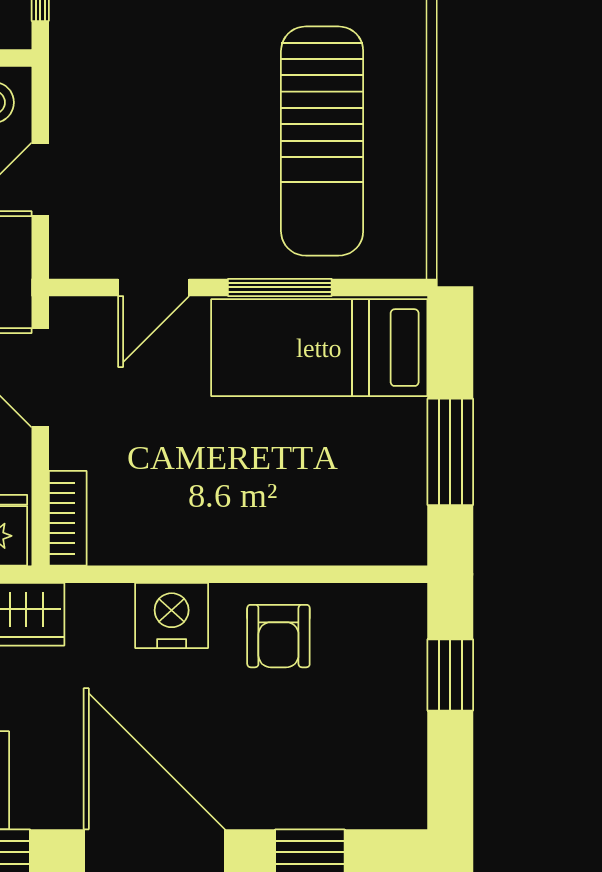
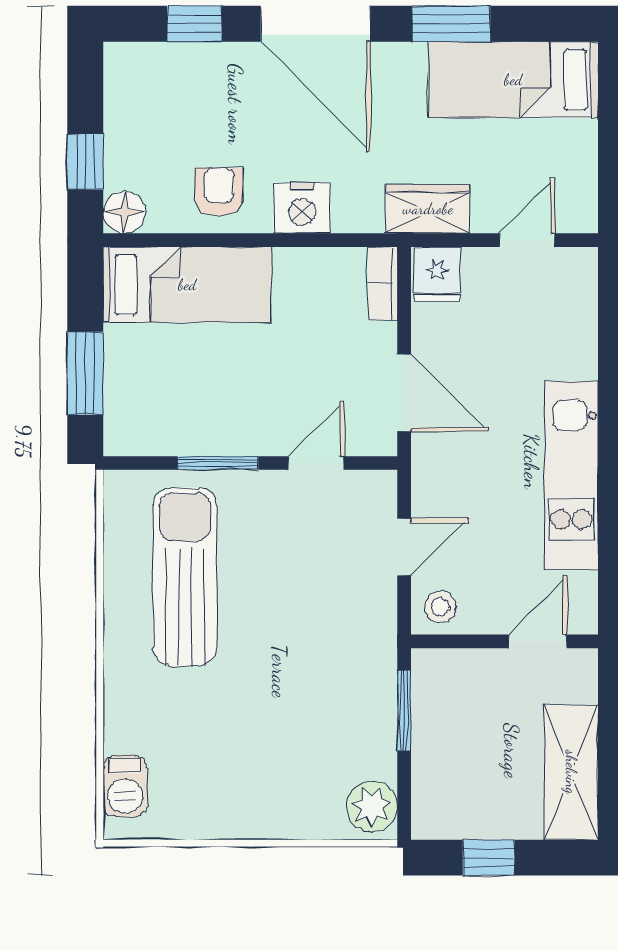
bed: (319, 348) -> (187, 285), moved
window: (450, 452) -> (85, 373), moved
floor lamp: (400, 610) -> (124, 212), added

